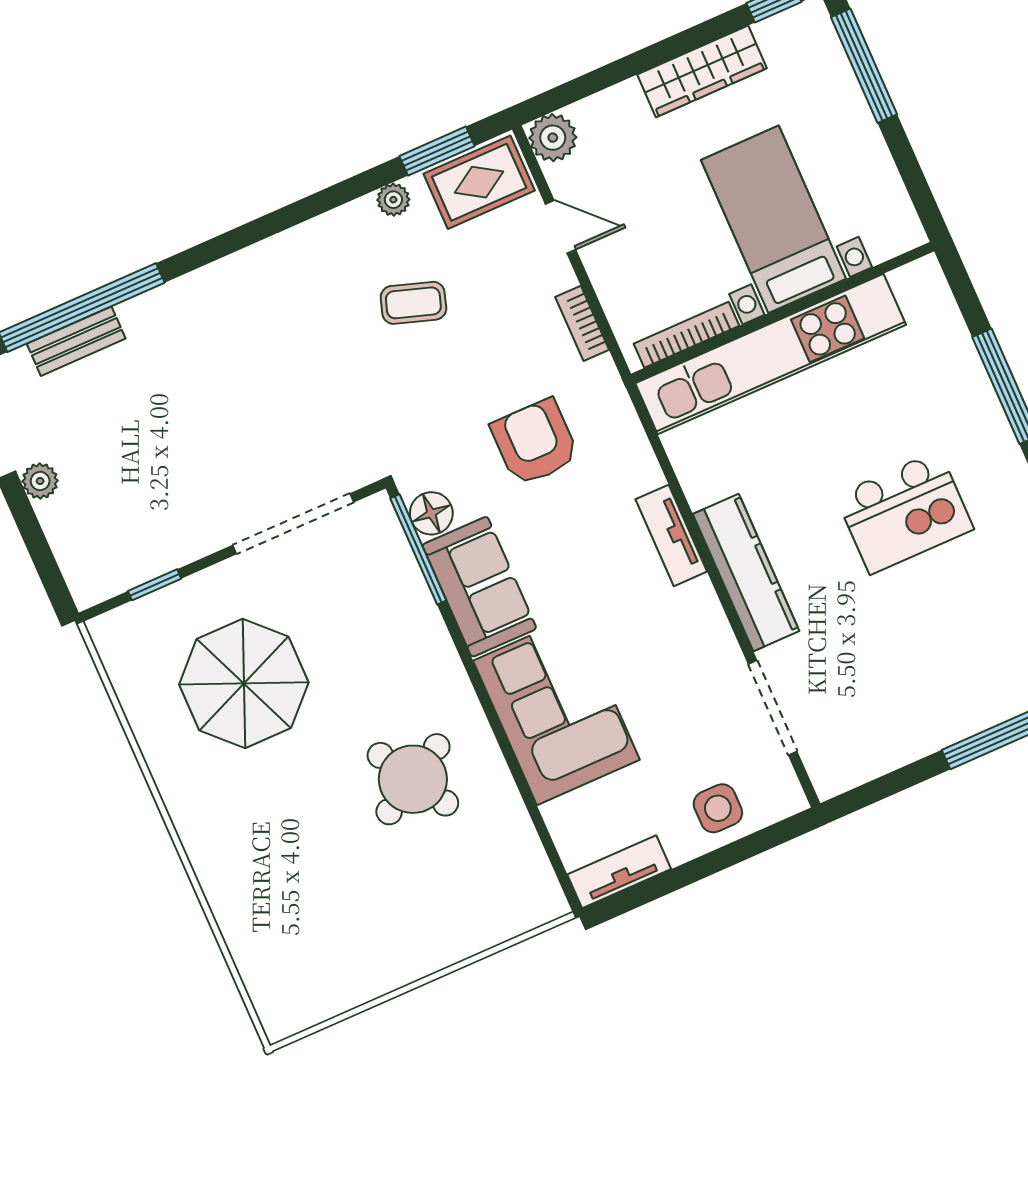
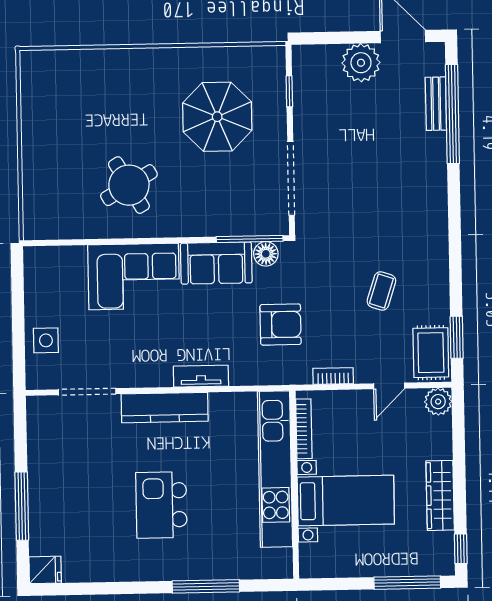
plant: (393, 200) -> (441, 303), removed
plant: (40, 481) -> (361, 63), width x1.87, depth x1.87
tv unit: (619, 872) -> (34, 274), removed

